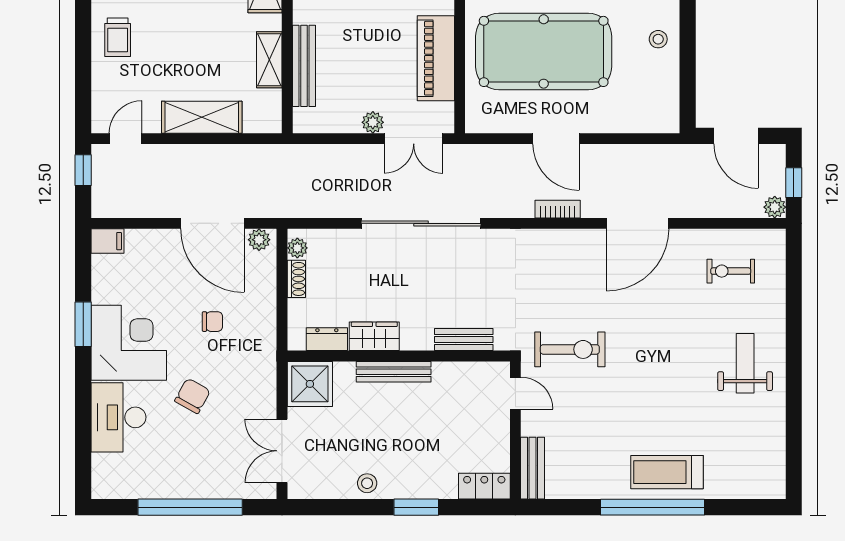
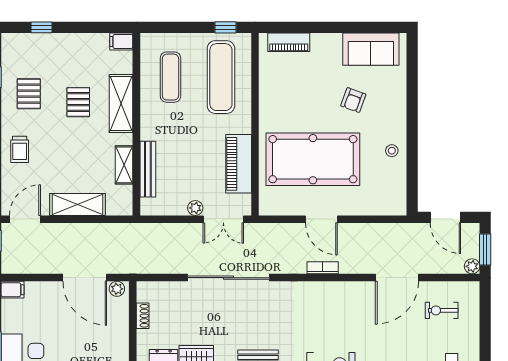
door: (126, 139) -> (25, 219), width x1.38
window: (794, 183) -> (485, 250), width x1.50
door: (638, 223) -> (397, 278), moved
plant: (297, 248) -> (143, 295), removed
chair: (212, 322) -> (85, 345), removed

